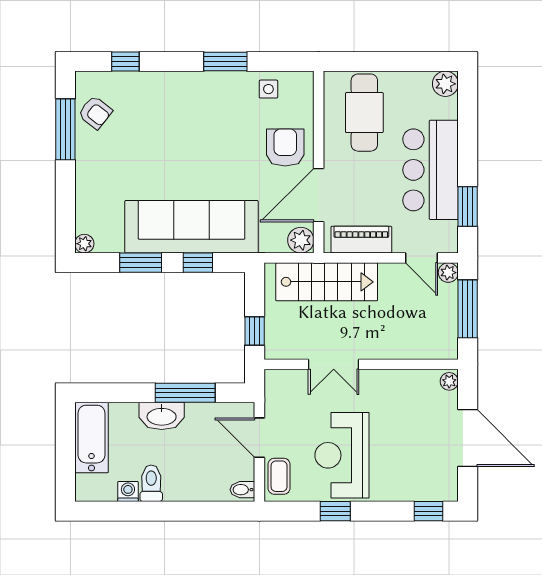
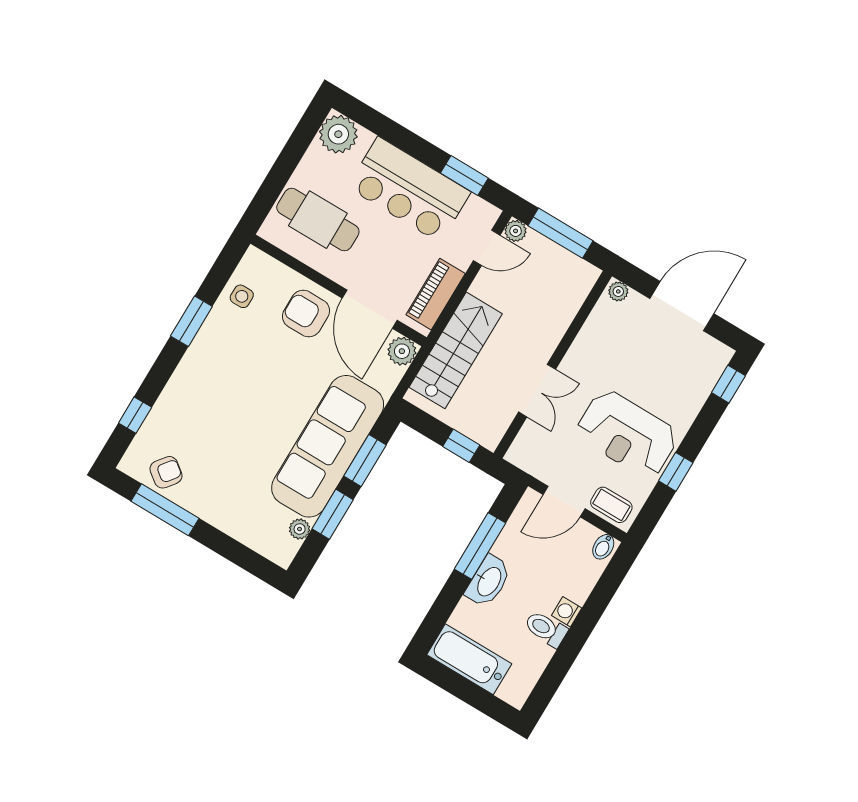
plant: (445, 84) -> (338, 134), width x1.36, depth x1.36
plant: (84, 244) -> (300, 529), moved
window: (198, 263) -> (365, 461), width x1.50
washing machine: (128, 491) -> (567, 612), moved

